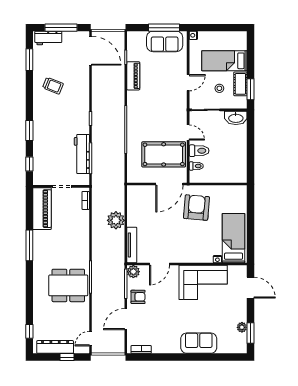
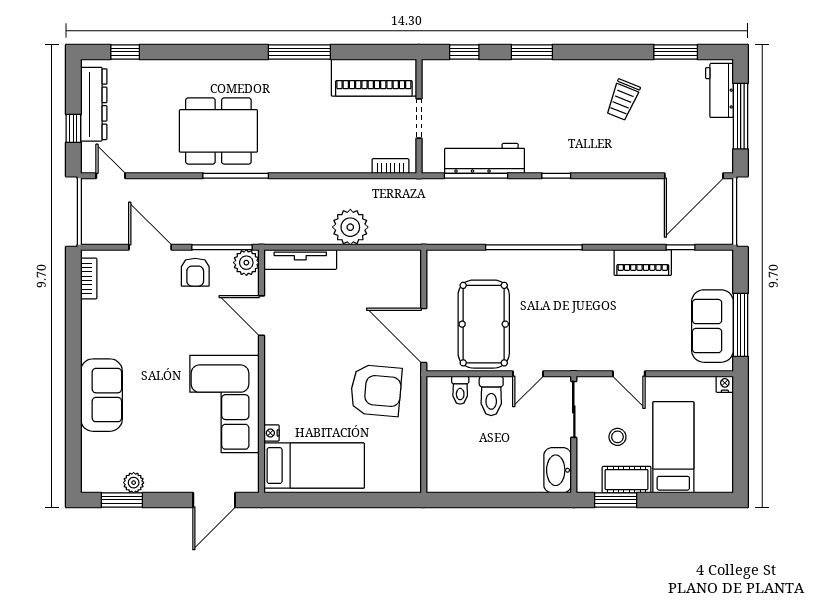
dining table: (68, 285) -> (218, 131), turned 90

